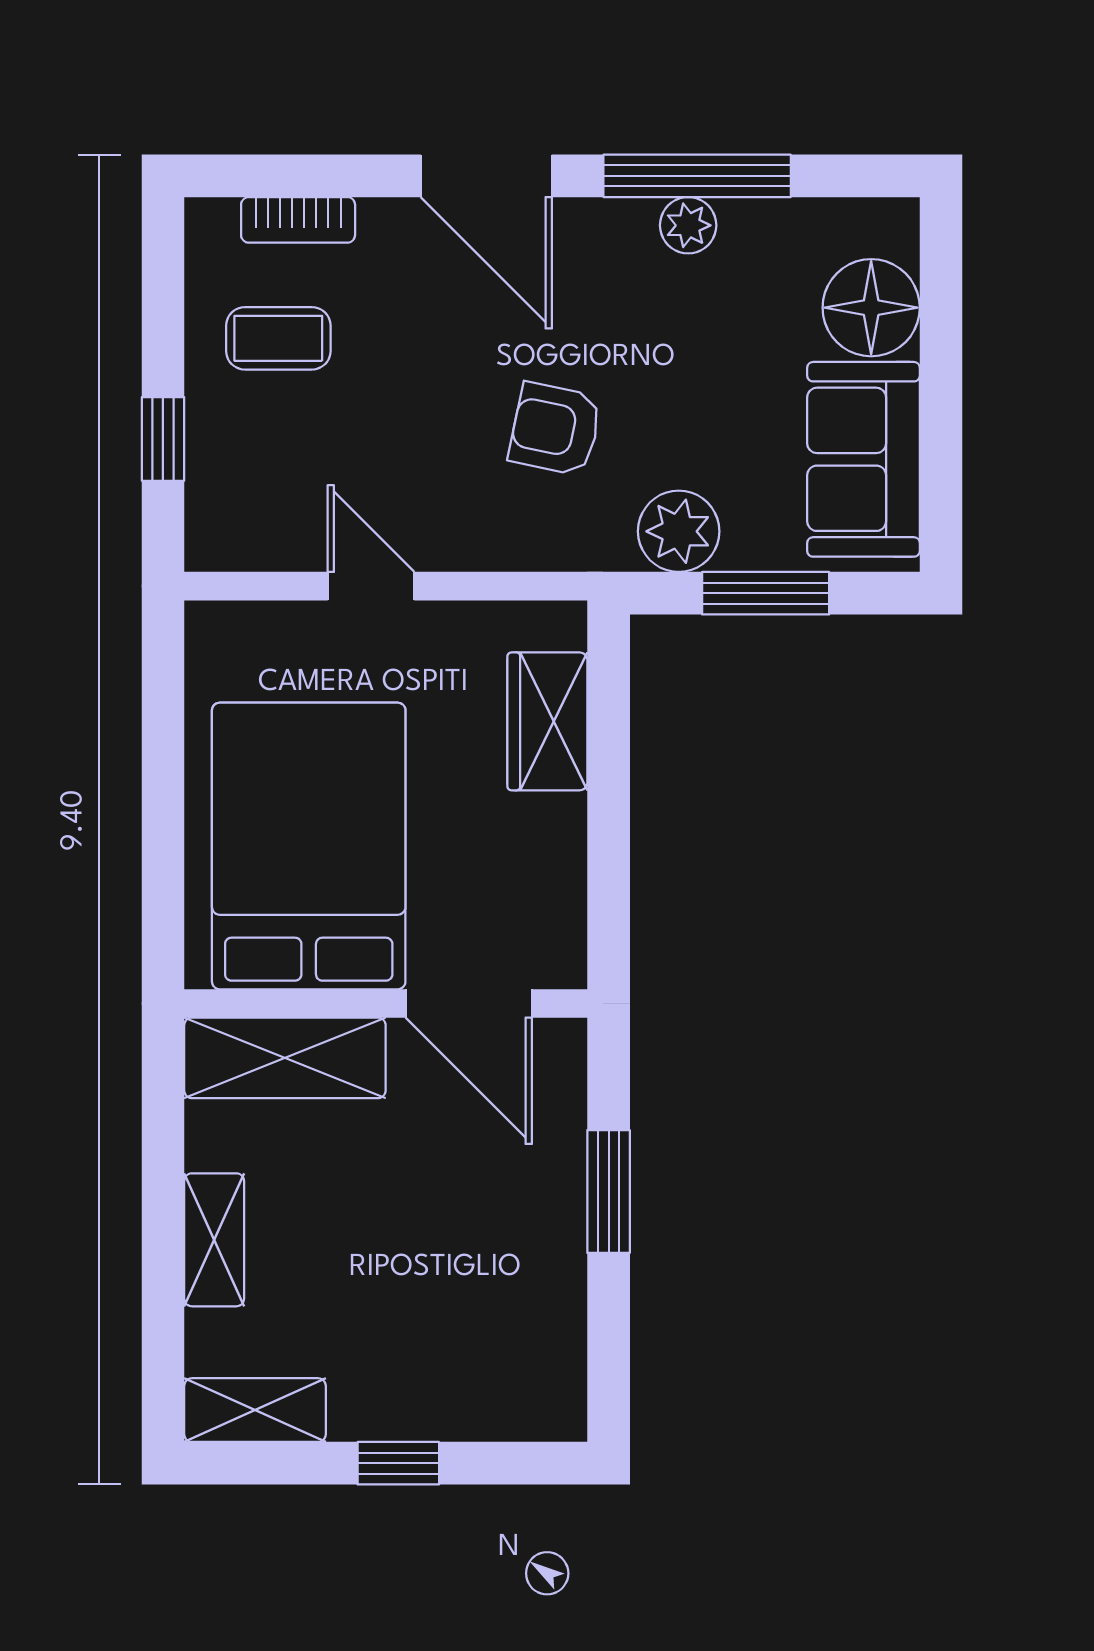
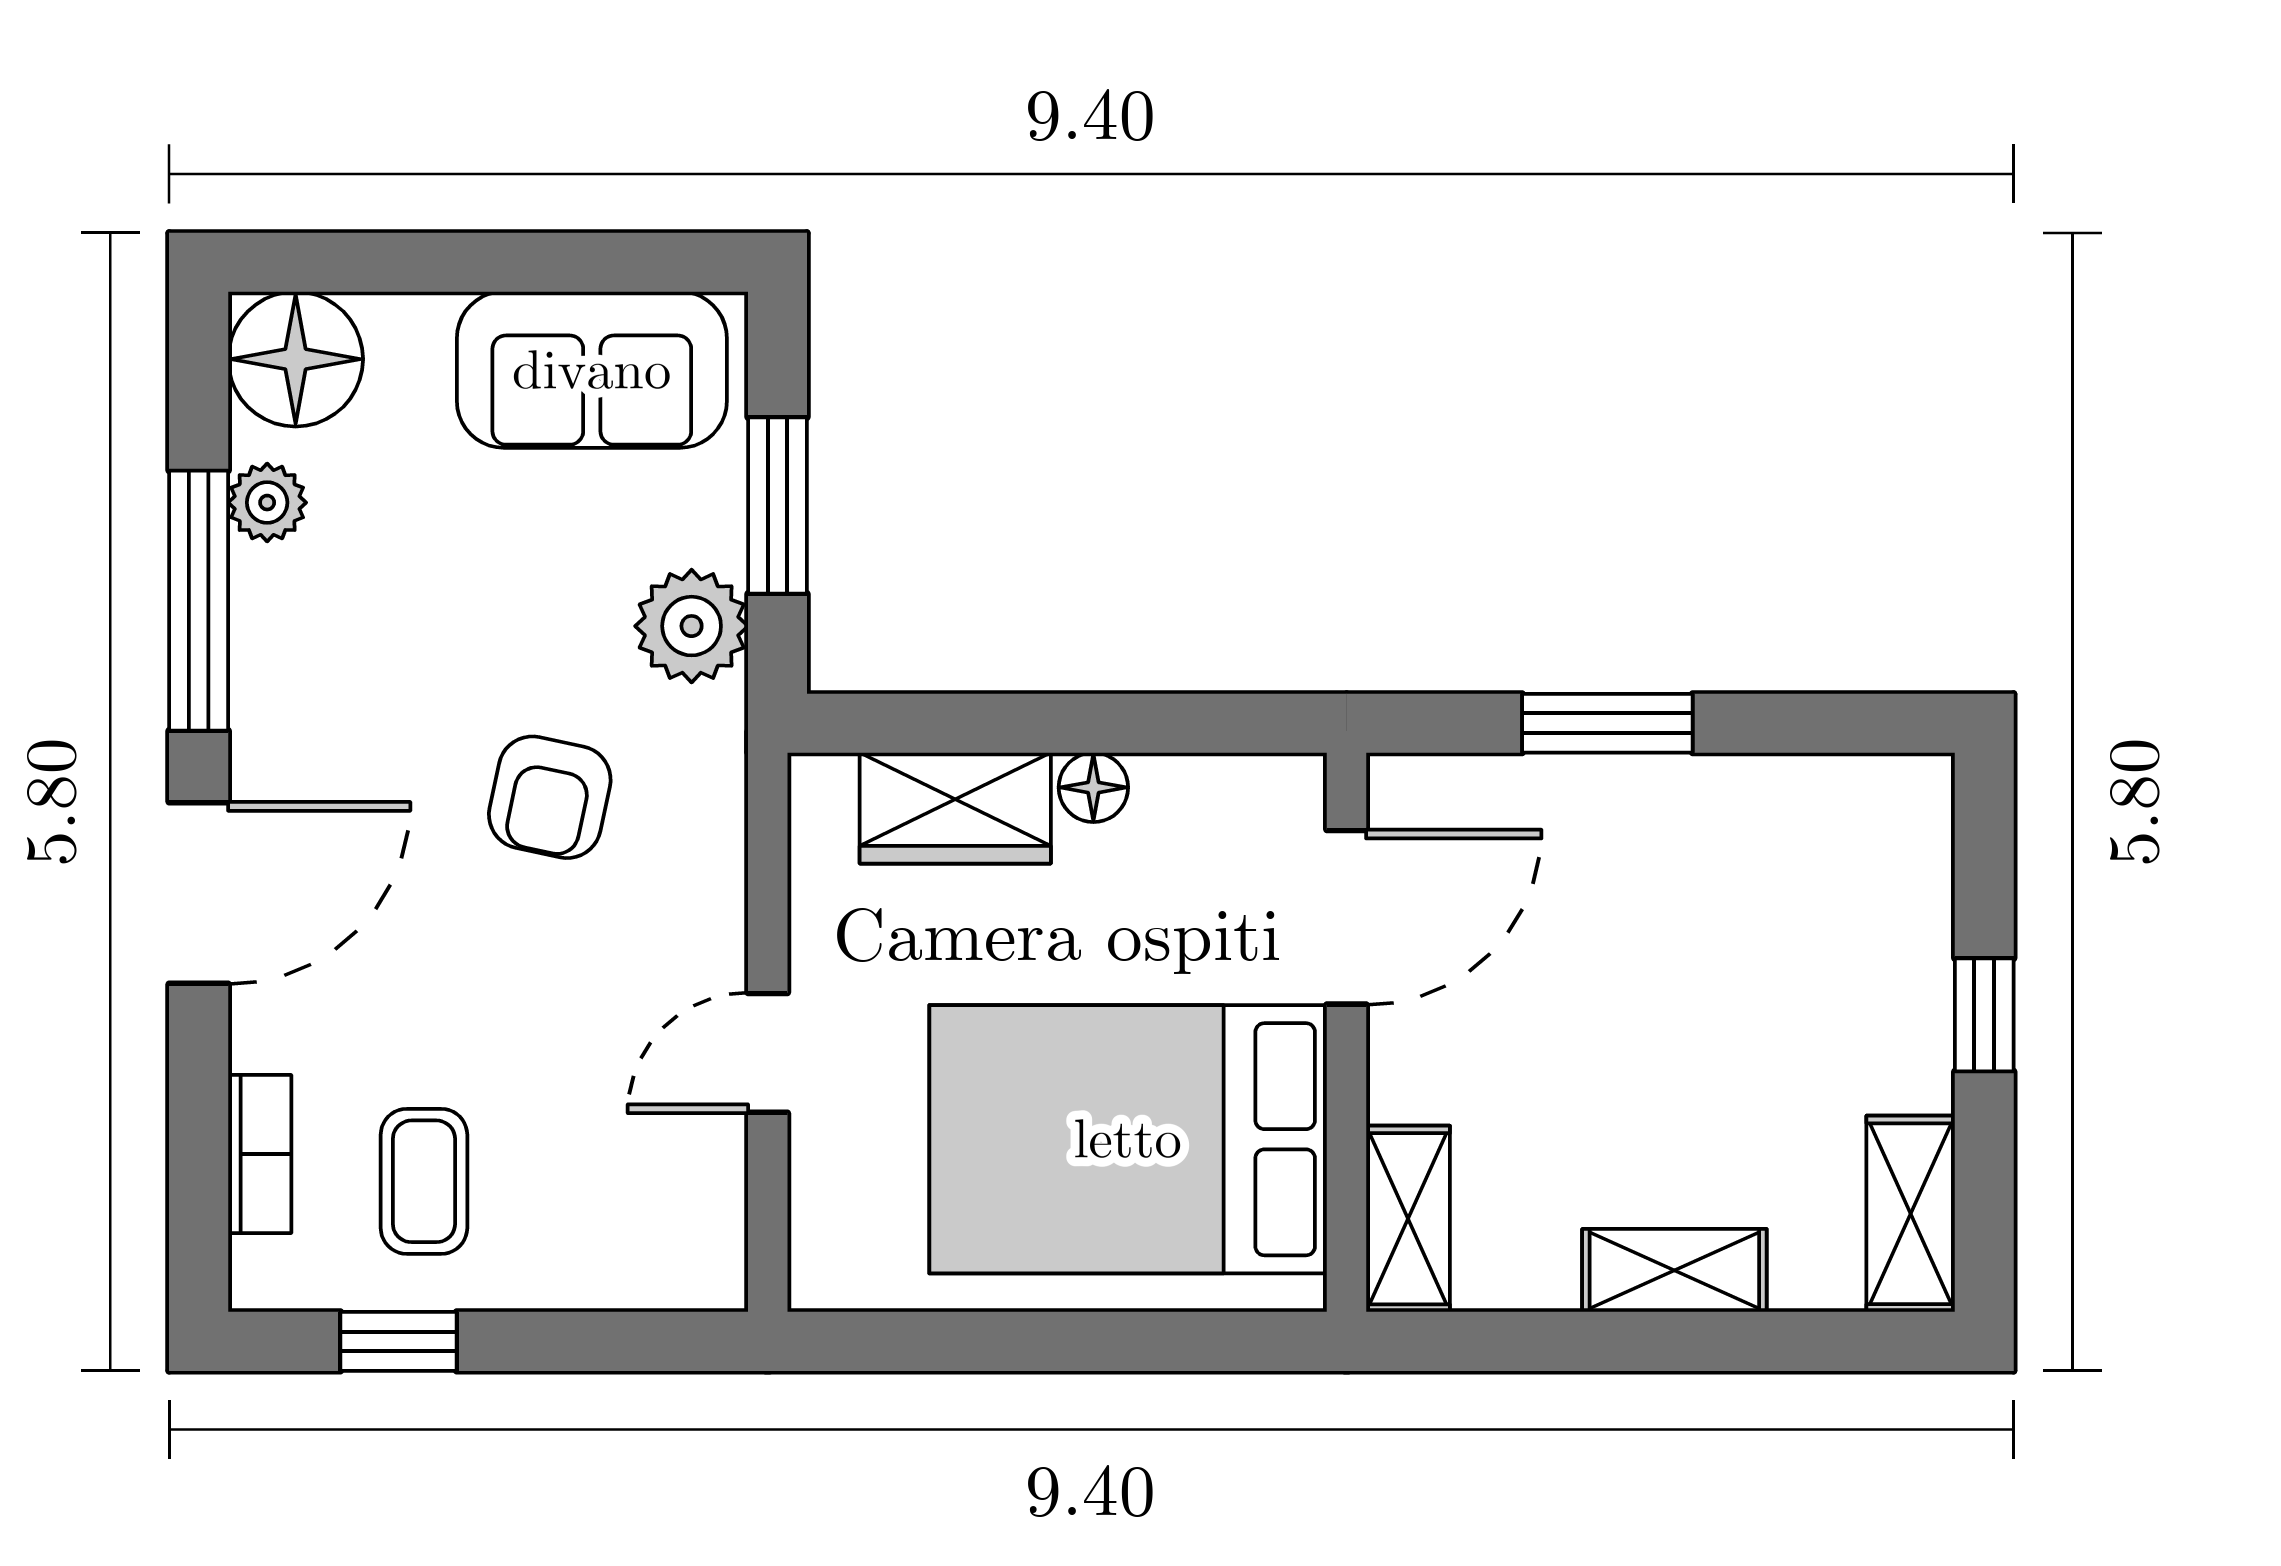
plant: (688, 225) -> (267, 503), moved
floor lamp: (871, 308) -> (296, 359), moved
window: (163, 439) -> (399, 1341), moved
floor lamp: (562, 821) -> (1093, 787), added
shelving: (285, 1058) -> (1408, 1219), width x0.67, depth x0.75

